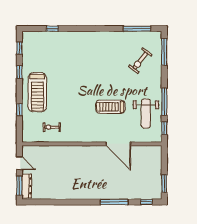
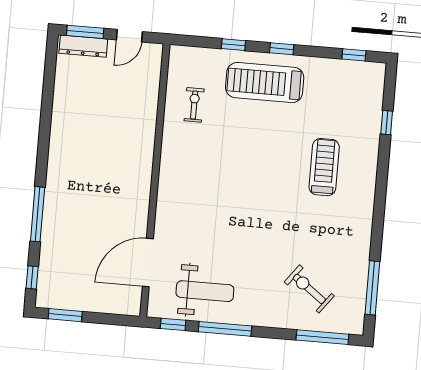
window: (19, 72) -> (282, 49), moved
treadmill: (110, 107) -> (324, 167), moved
weight bench: (146, 114) -> (205, 291), turned 180
door: (118, 144) -> (148, 262), moved

